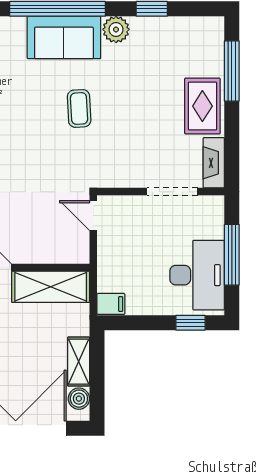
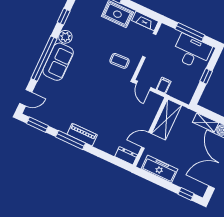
coffee table: (79, 108) -> (120, 61), moved
door: (93, 216) -> (144, 86), hinge flipped
filing cabinet: (111, 304) -> (164, 85), moved
window: (190, 323) -> (206, 76), moved

